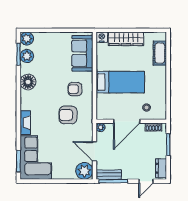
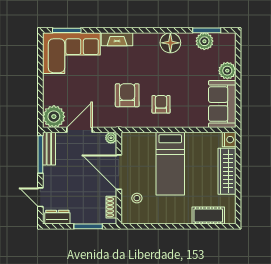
plant: (27, 39) -> (227, 71), moved
sofa: (82, 53) -> (222, 104), moved, turned -90

